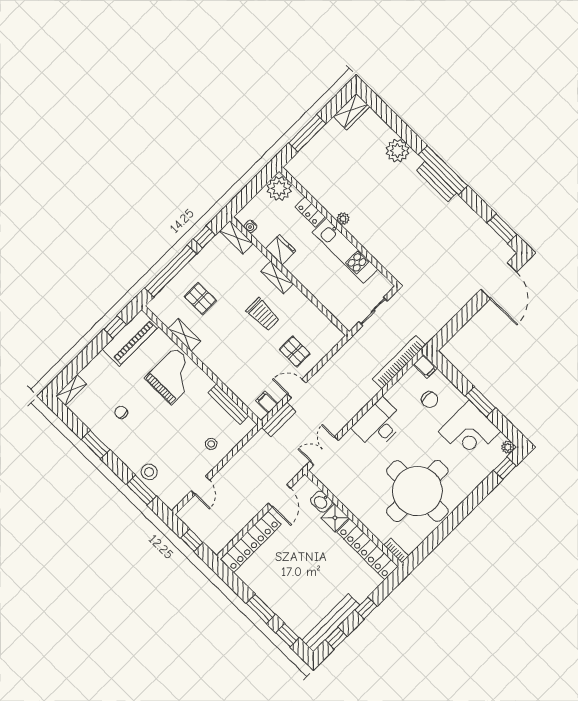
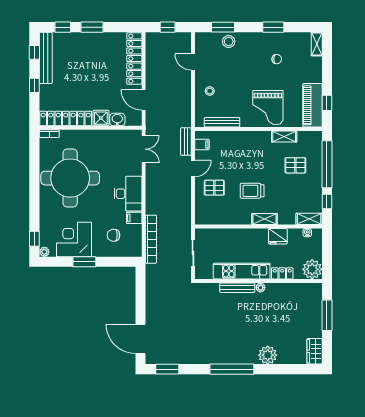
bench: (436, 182) -> (237, 288), moved
filing cabinet: (425, 366) -> (134, 218), moved

